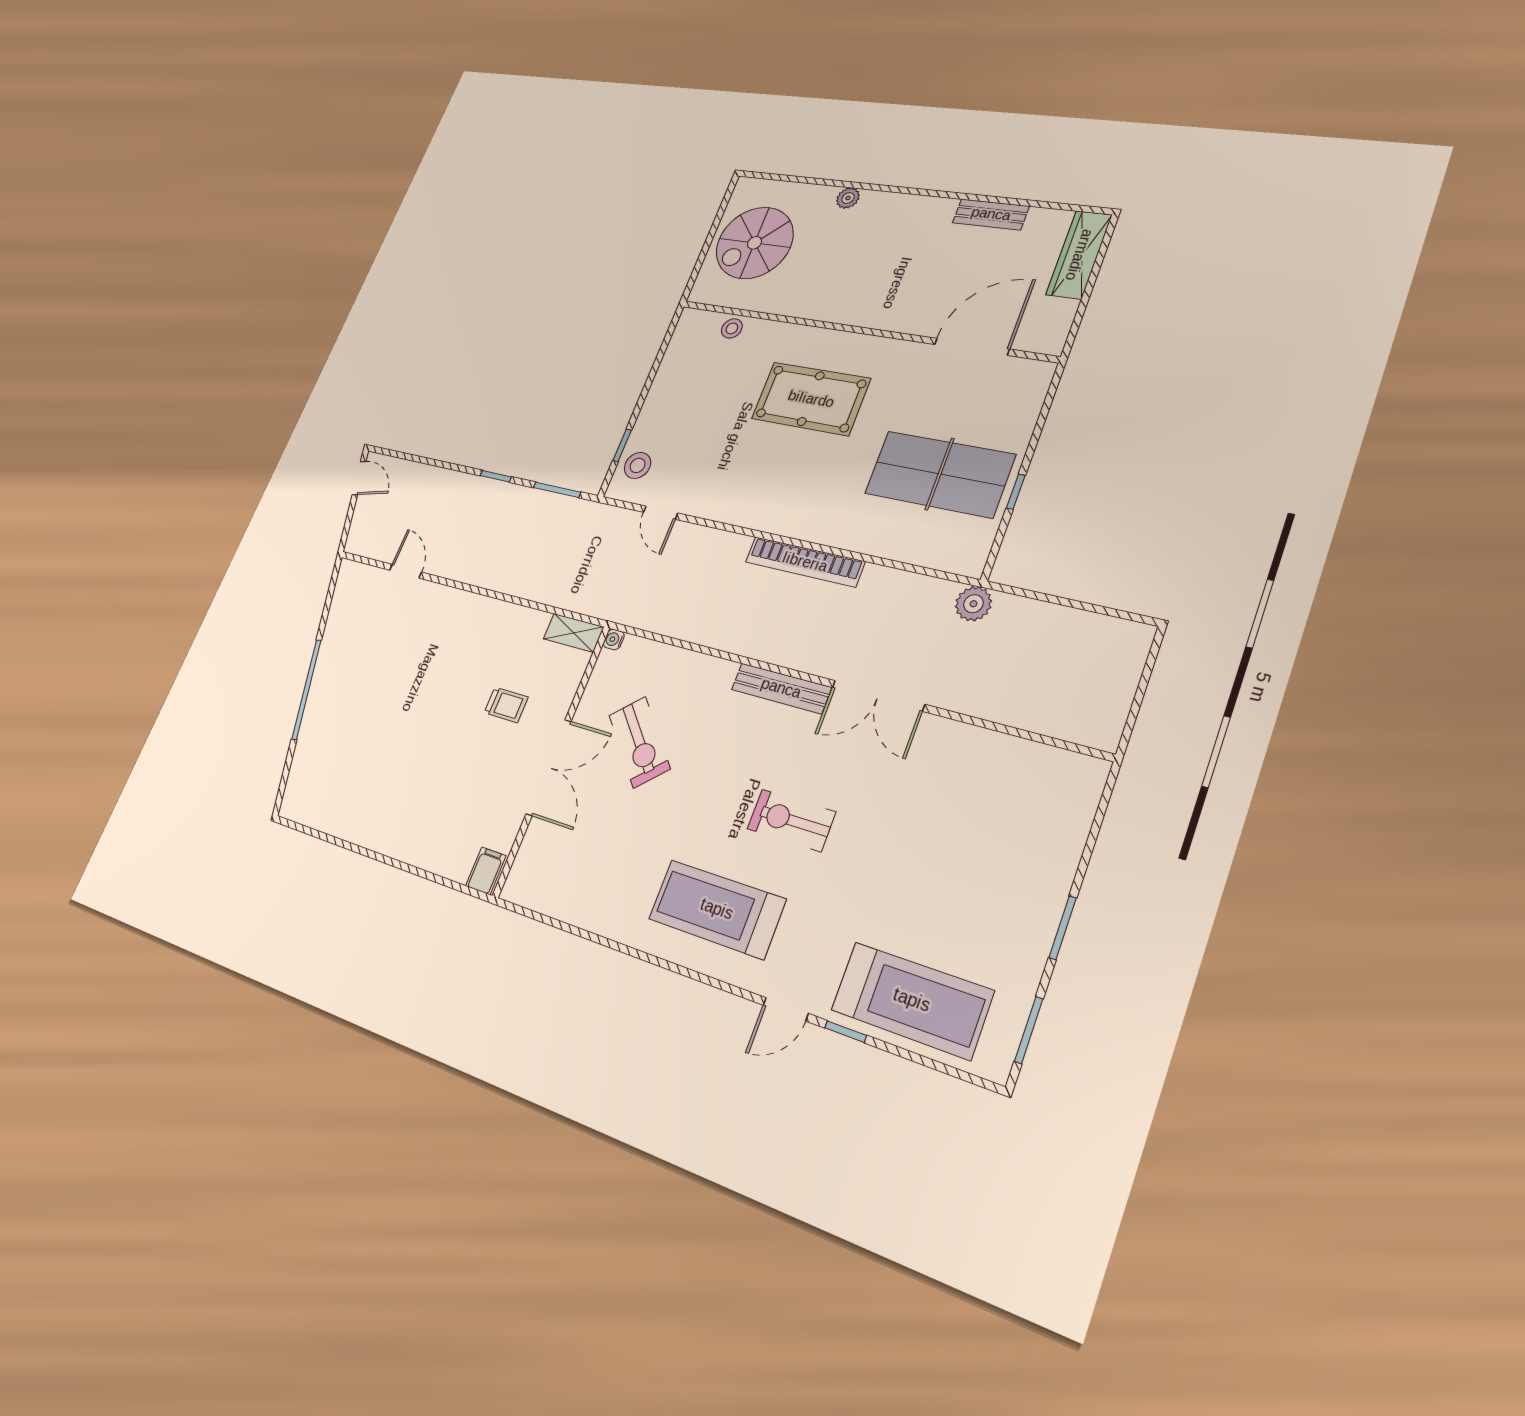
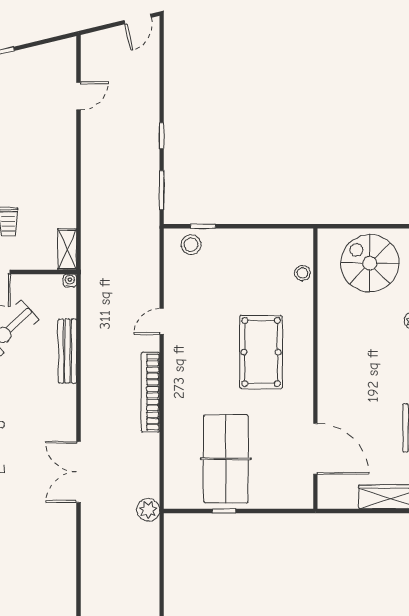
door: (660, 513) -> (162, 321), moved
bench: (781, 688) -> (67, 351), moved

